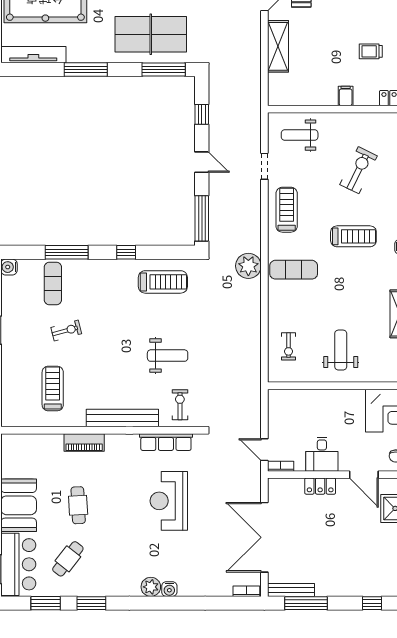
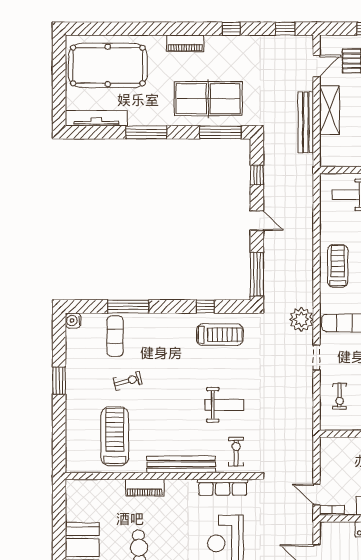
bench: (253, 59) -> (306, 122), added
doorway: (264, 166) -> (317, 357), moved
window: (126, 252) -> (205, 307), moved
treadmill: (53, 388) -> (115, 436), width x1.37, depth x1.38

